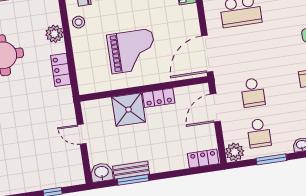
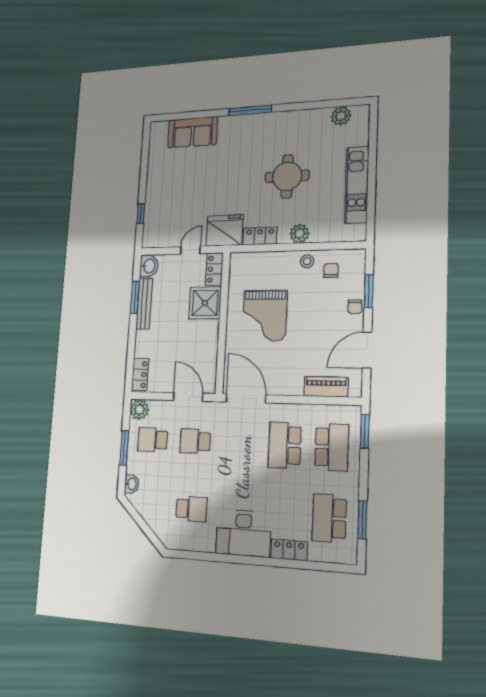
locker: (159, 98) -> (214, 269), moved
fridge: (59, 105) -> (225, 230), added
bench: (131, 170) -> (144, 303), width x1.36

